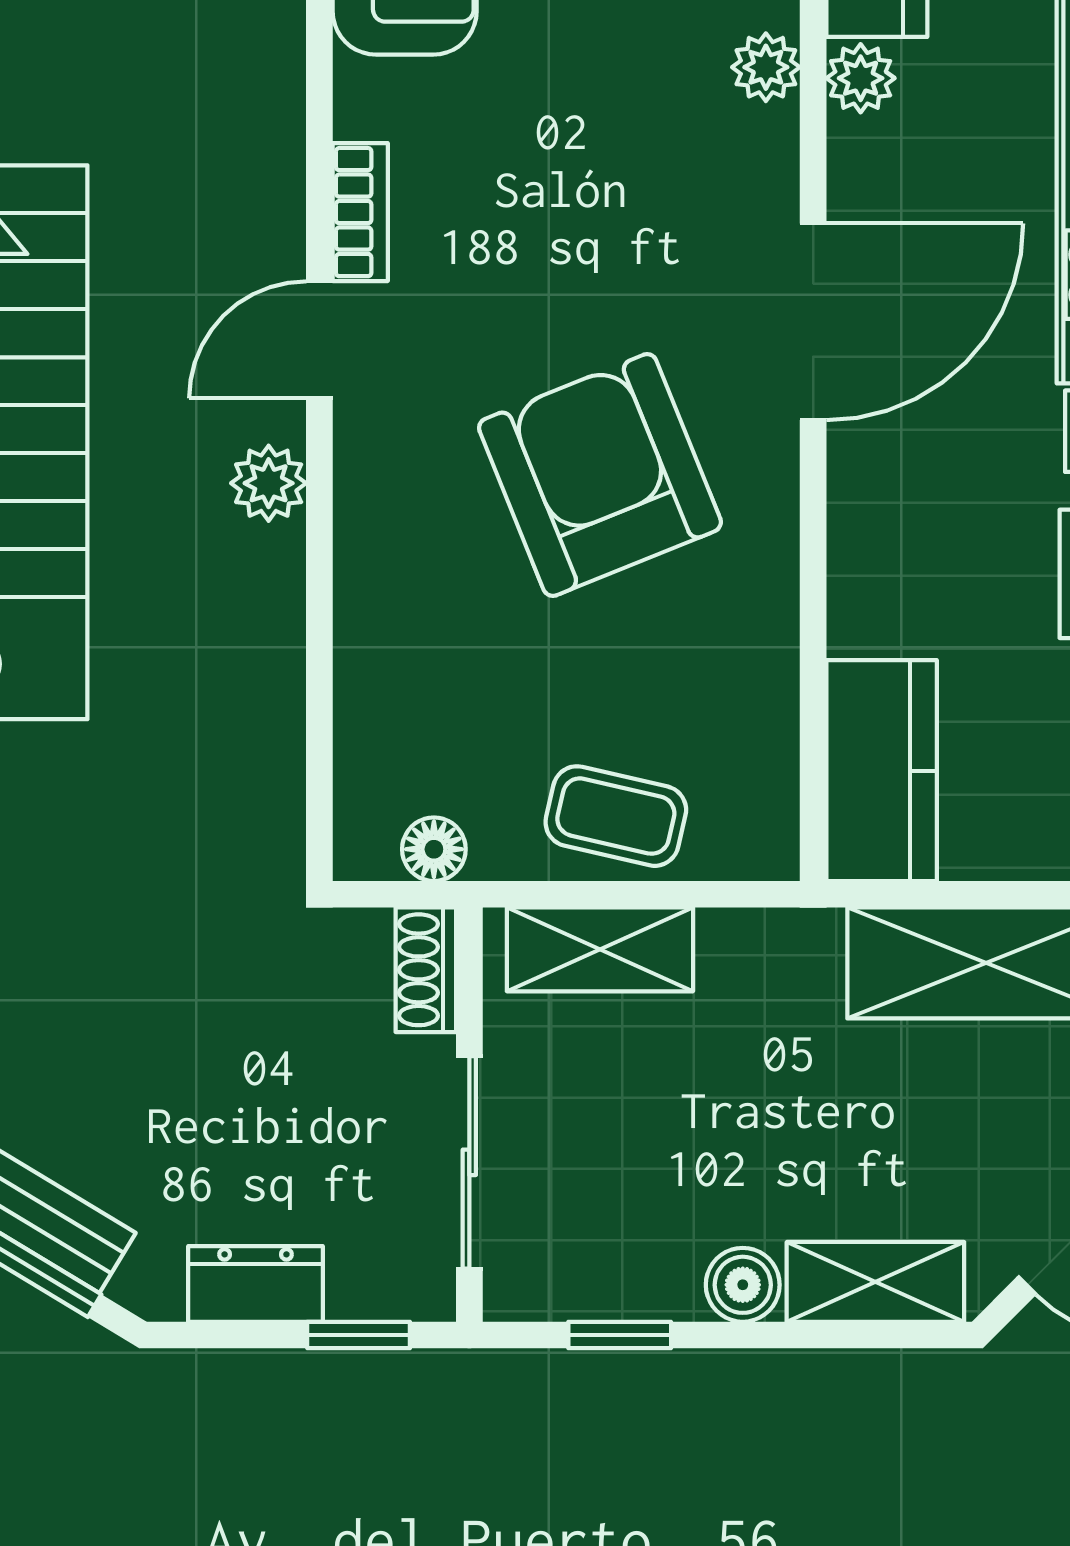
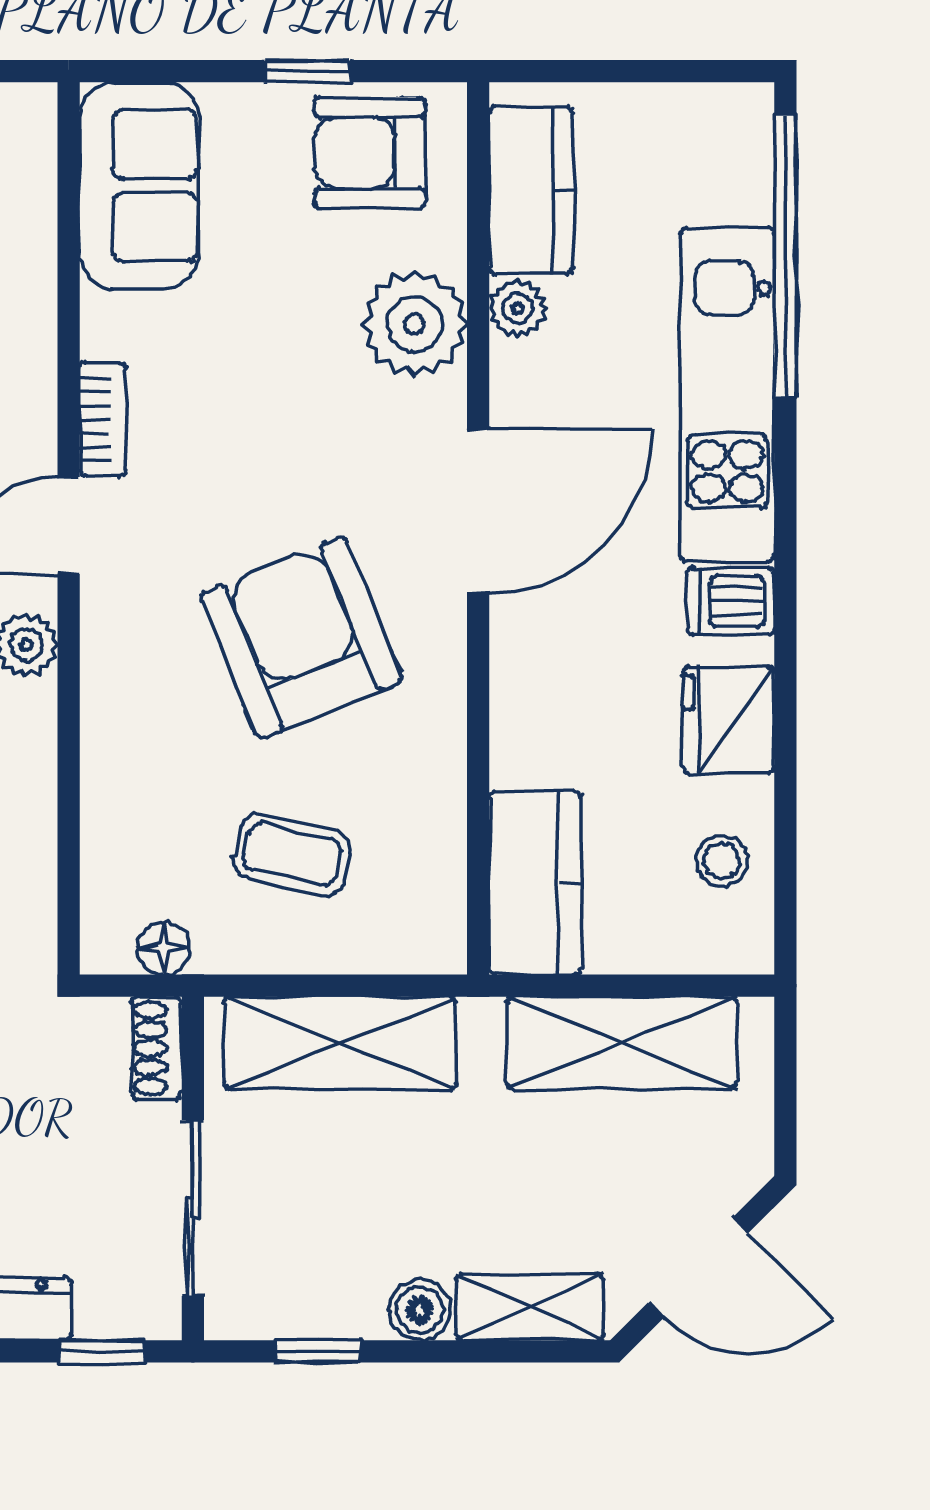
plant: (766, 67) -> (414, 324), width x1.88, depth x1.88
coffee table: (616, 816) -> (292, 855), moved
shelving: (600, 949) -> (340, 1043), width x1.50, depth x1.33

